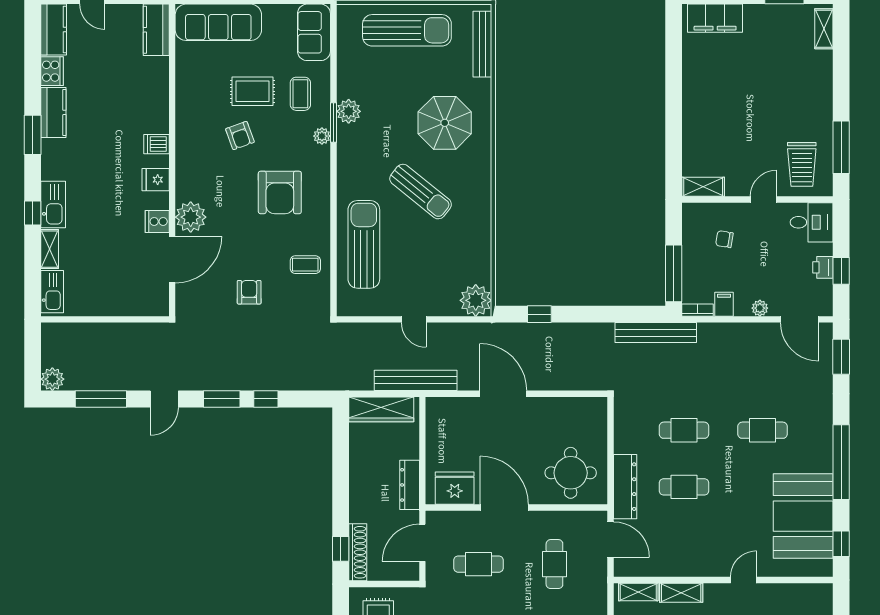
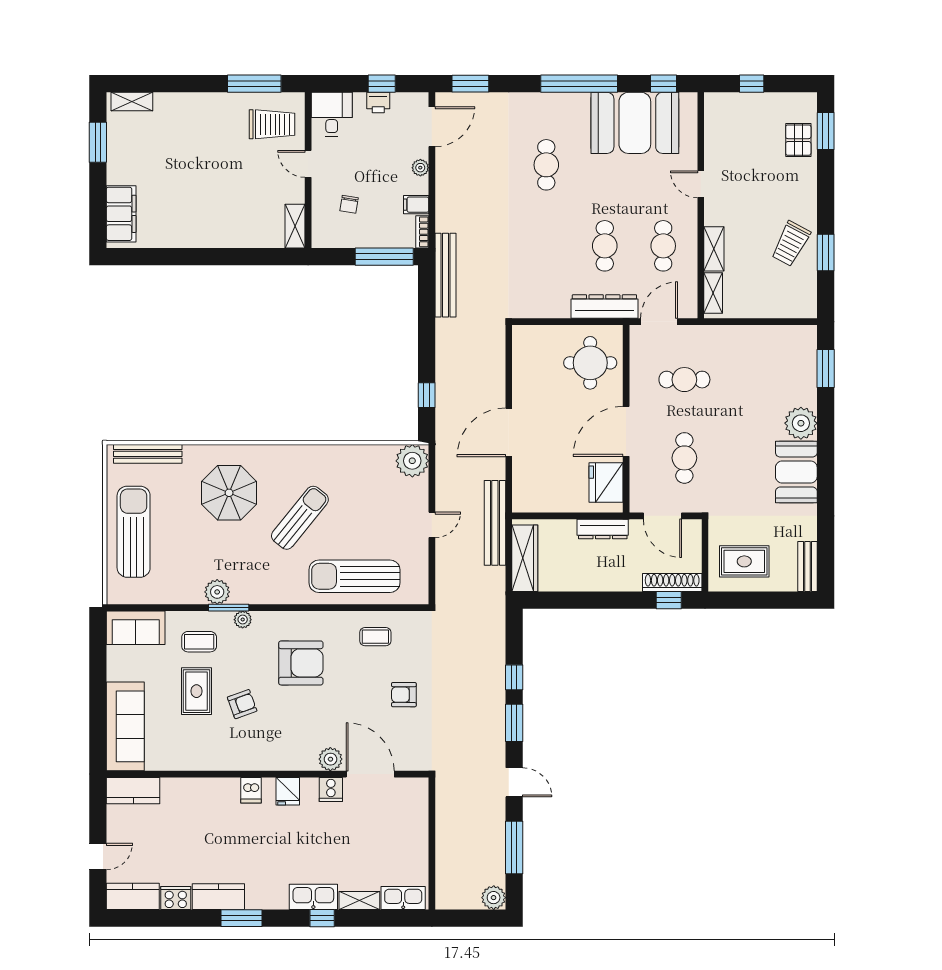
plant: (191, 217) -> (330, 759), width x0.73, depth x0.73
coffee table: (305, 265) -> (375, 637), turned 90
cafe table: (684, 430) -> (663, 246), moved

